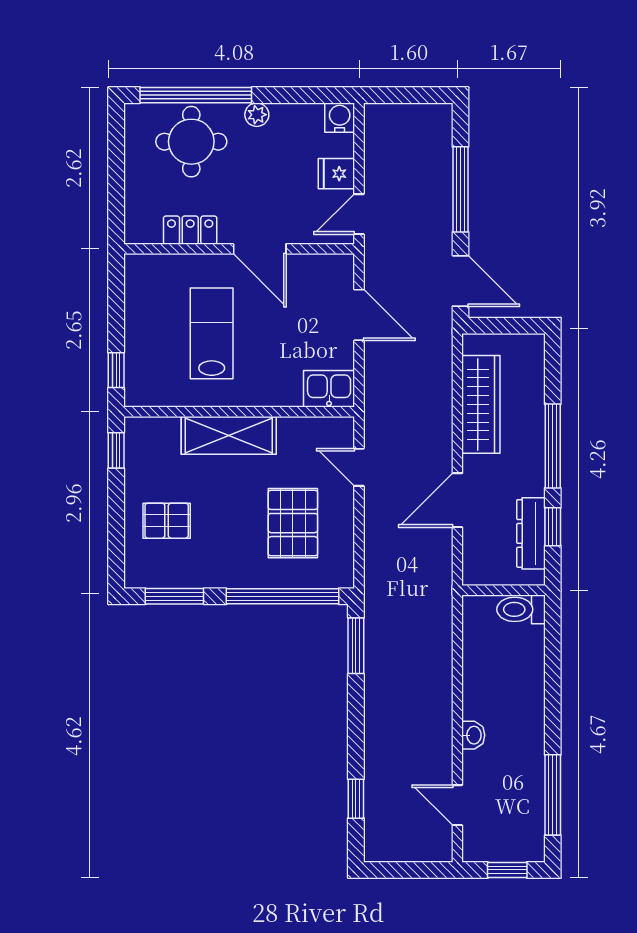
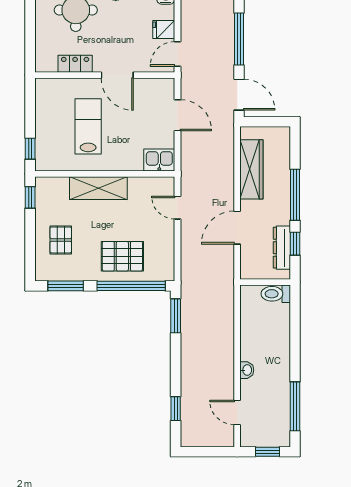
pallet: (167, 521) -> (61, 240), turned 90
pallet: (293, 523) -> (122, 256), moved, turned 90

